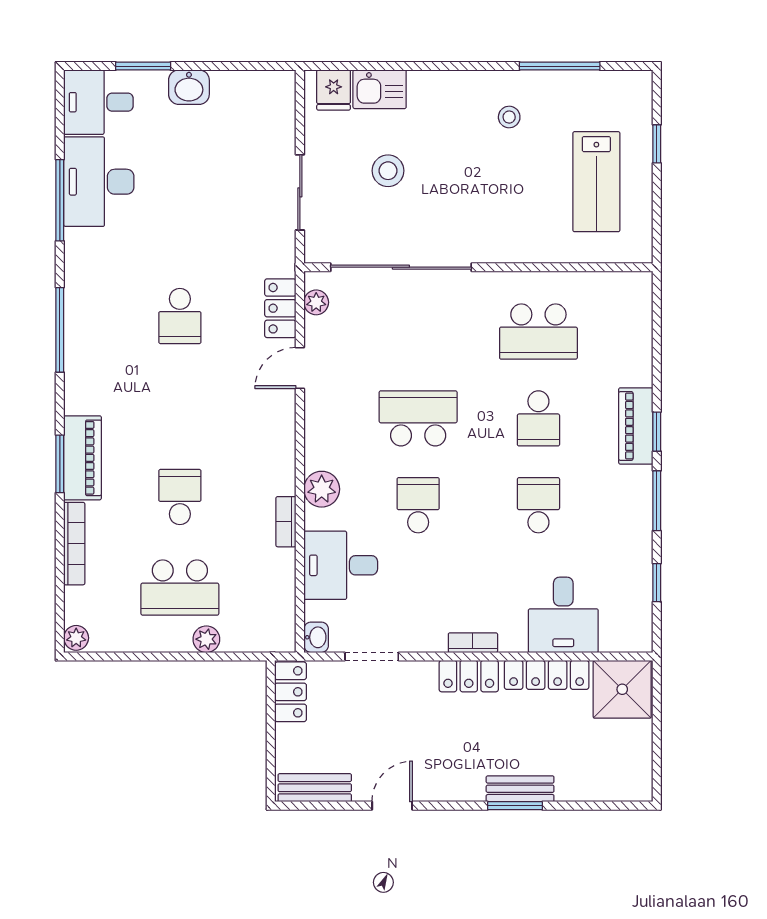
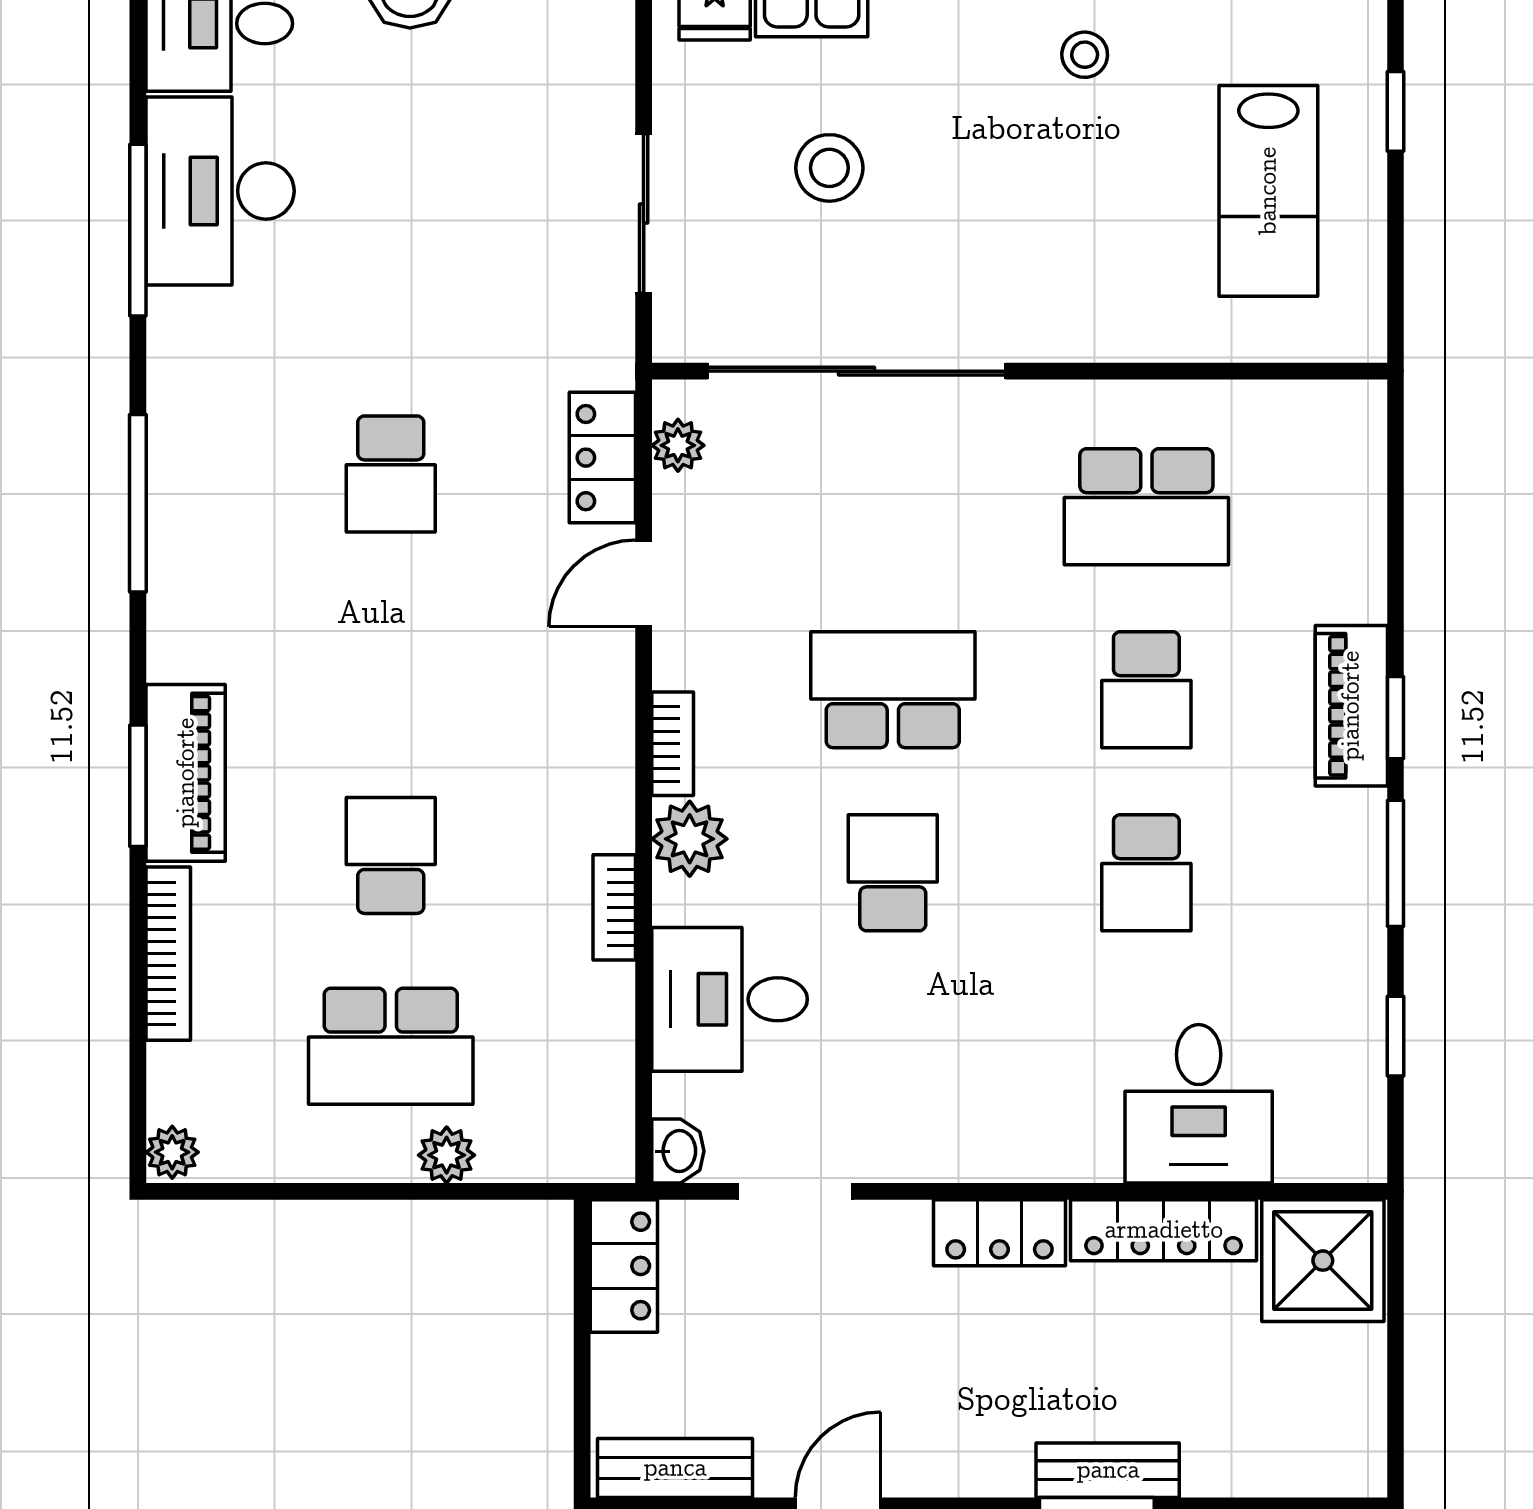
school desk: (538, 505) -> (1146, 873), turned 180
bookcase: (473, 643) -> (673, 744), moved, turned 90

